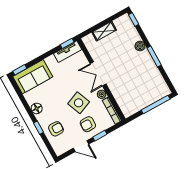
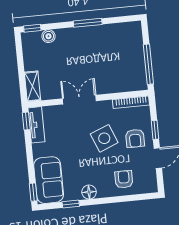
shelving: (104, 31) -> (33, 86), moved
boiler: (140, 46) -> (49, 36), moved
double door: (98, 74) -> (79, 100), swing flipped
plant: (102, 94) -> (106, 106), removed
window: (156, 105) -> (148, 64), moved
window: (39, 128) -> (71, 204), moved

